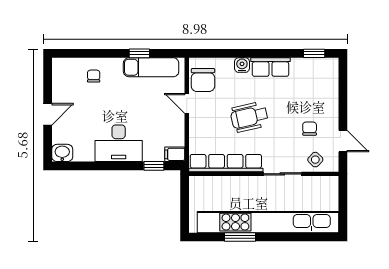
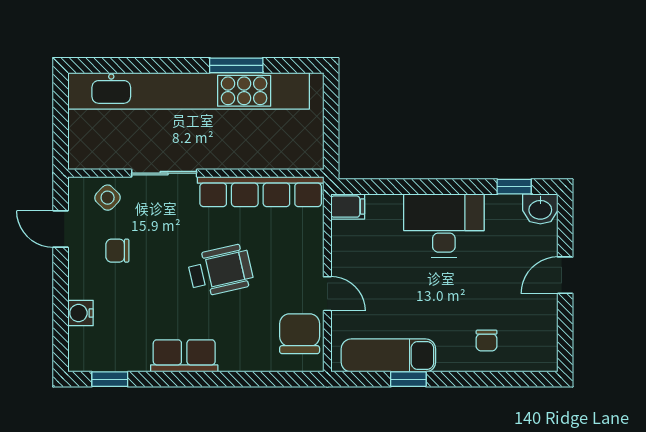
water cooler: (242, 65) -> (80, 313), moved, turned 90
chair: (310, 129) -> (117, 251), turned 90
window: (154, 166) -> (514, 187), moved

